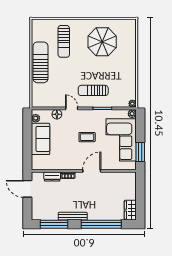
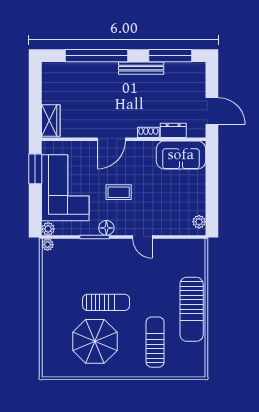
sun lounger: (93, 90) -> (106, 302), moved
floor lamp: (57, 114) -> (106, 228), moved
sofa: (41, 139) -> (181, 155), moved, turned -90
wardrobe: (130, 210) -> (51, 120), moved

